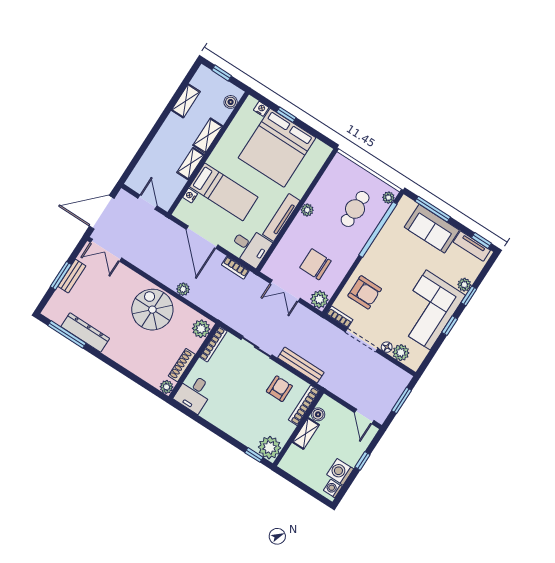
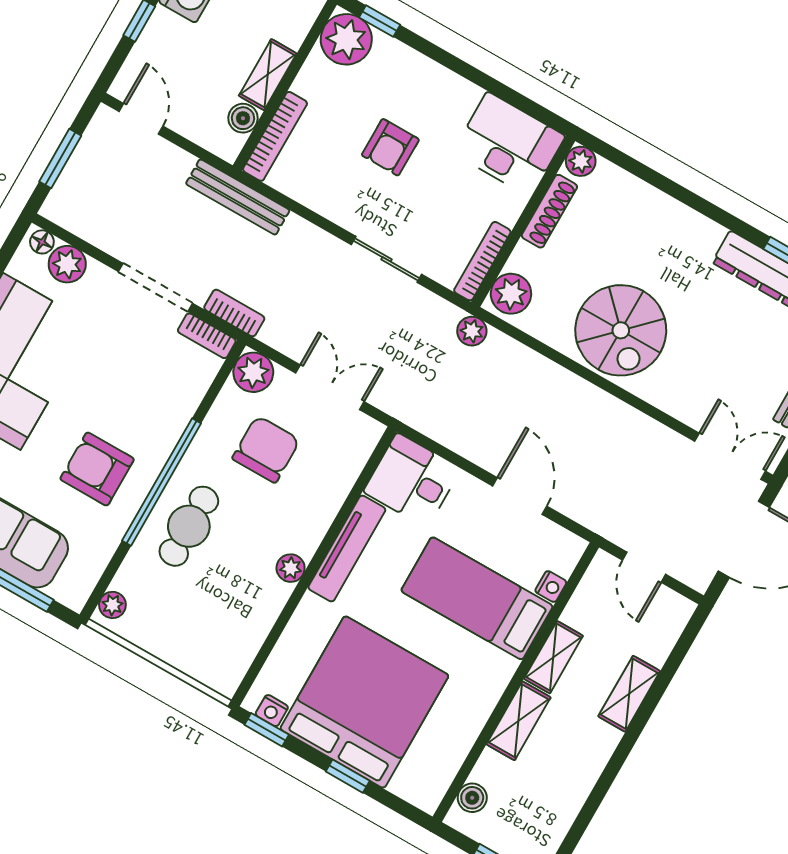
shelving: (186, 101) -> (629, 694), moved
nightstand: (261, 109) -> (272, 711), moved
window: (322, 138) -> (267, 730), added
cafe table: (355, 209) -> (189, 526), moved
window: (378, 230) -> (162, 482), moved
door: (202, 237) -> (520, 496), width x0.73
chair: (315, 264) -> (266, 449), turned -90
bookcase: (235, 268) -> (234, 313), moved
plant: (183, 289) -> (472, 331), moved
armchair: (365, 292) -> (97, 469), moved
floor lamp: (387, 347) -> (42, 242), moved
bench: (301, 365) -> (238, 197), moved
armchair: (279, 389) -> (390, 147), moved
desk: (194, 393) -> (509, 144), width x1.37

